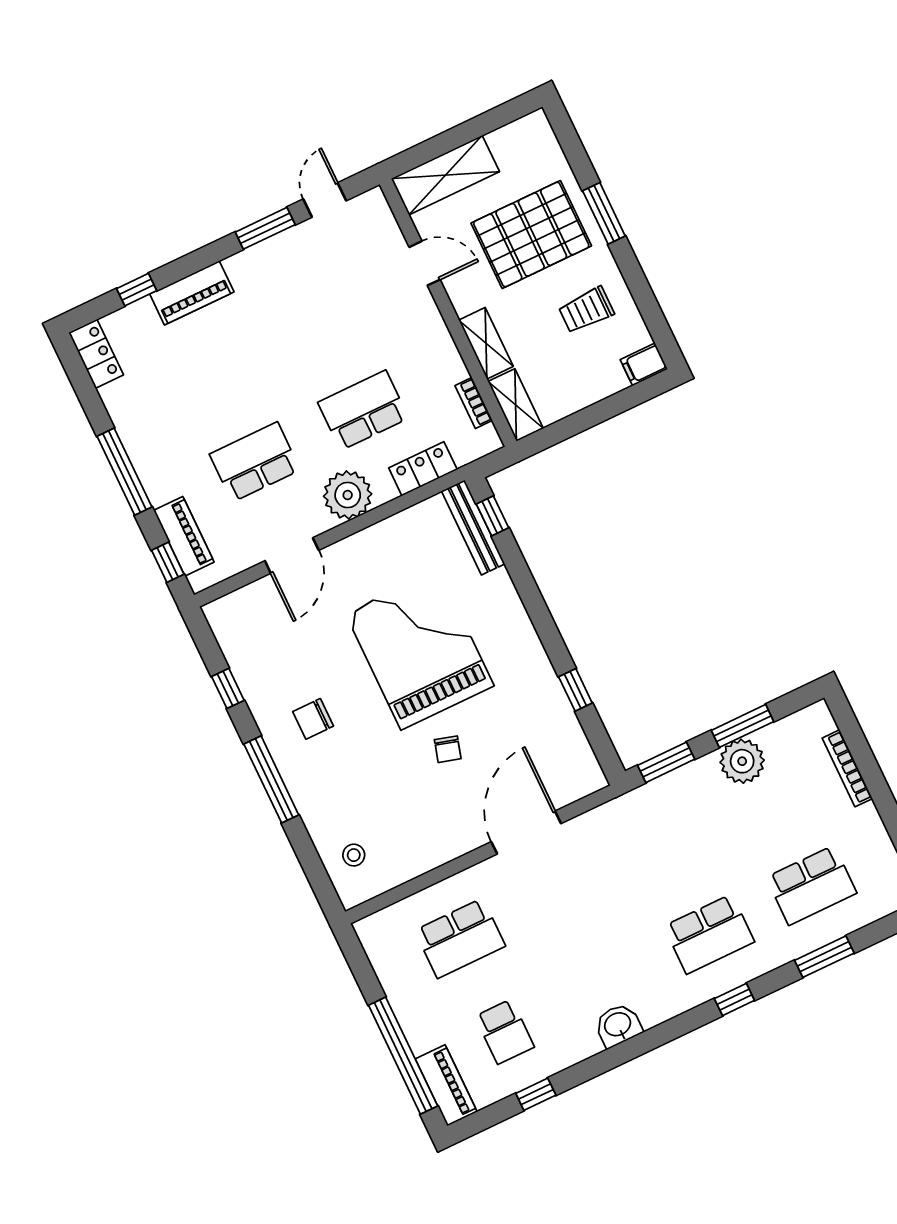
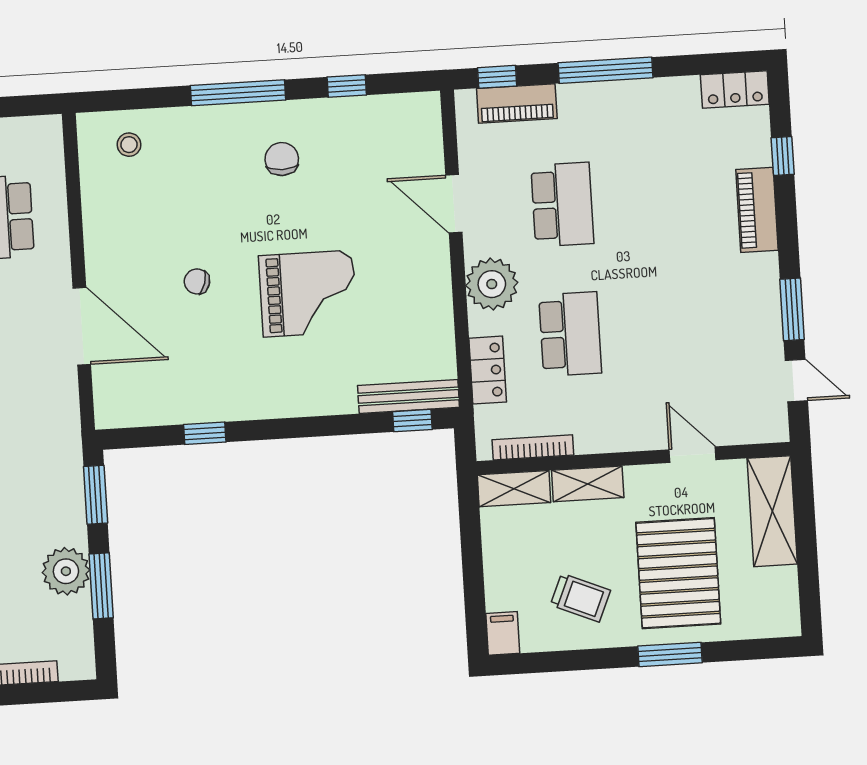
door: (425, 263) -> (693, 455), swing flipped
trolley: (586, 310) -> (580, 598), turned 113
bookcase: (474, 403) -> (533, 447), width x1.56
grand piano: (420, 650) -> (308, 294), width x0.73, depth x0.68

